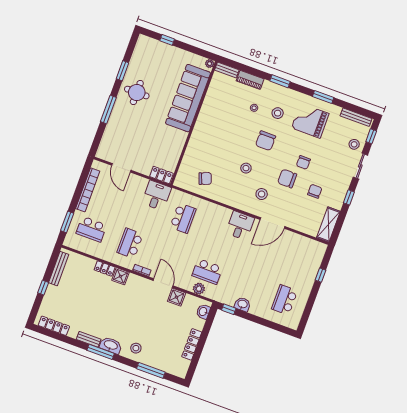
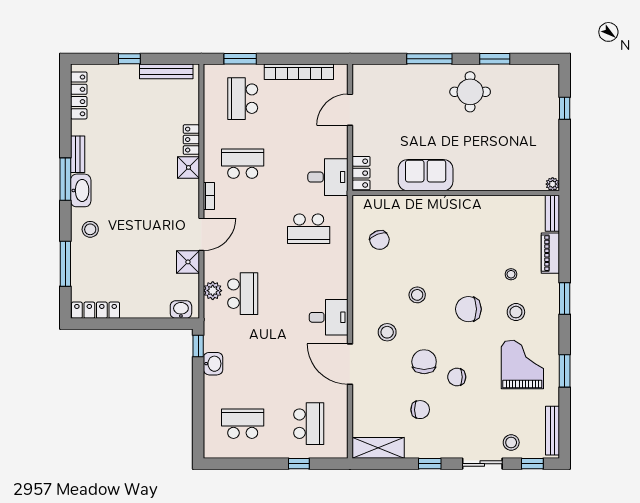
sofa: (188, 98) -> (426, 175), moved, width x0.54, depth x0.79
school desk: (299, 261) -> (309, 424), added
school desk: (207, 272) -> (243, 294), turned 180
locker: (192, 344) -> (96, 310), moved

